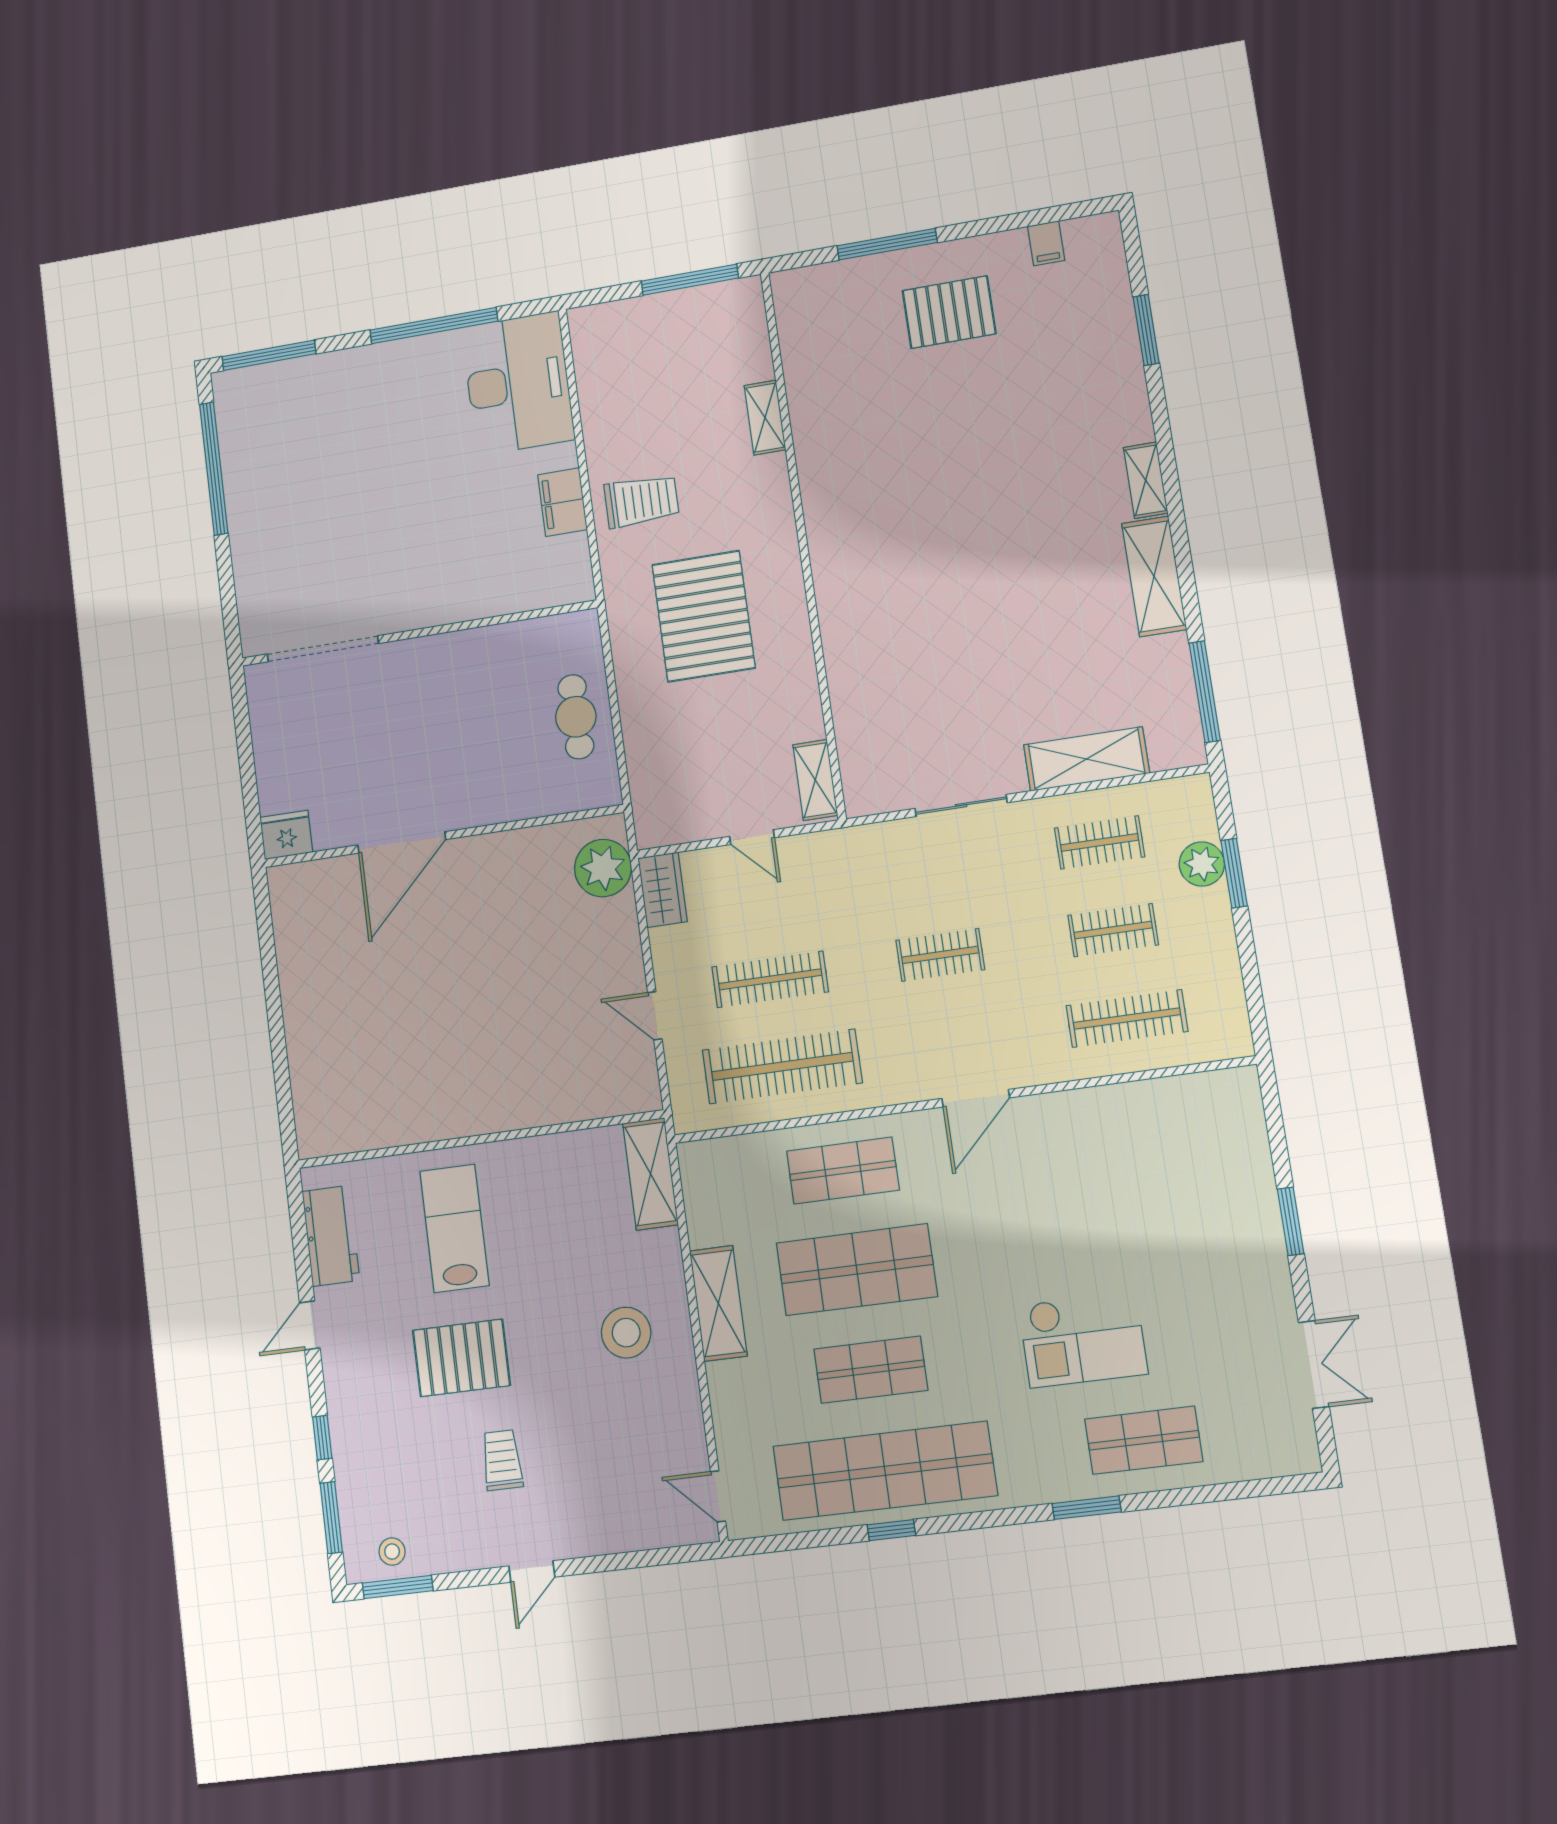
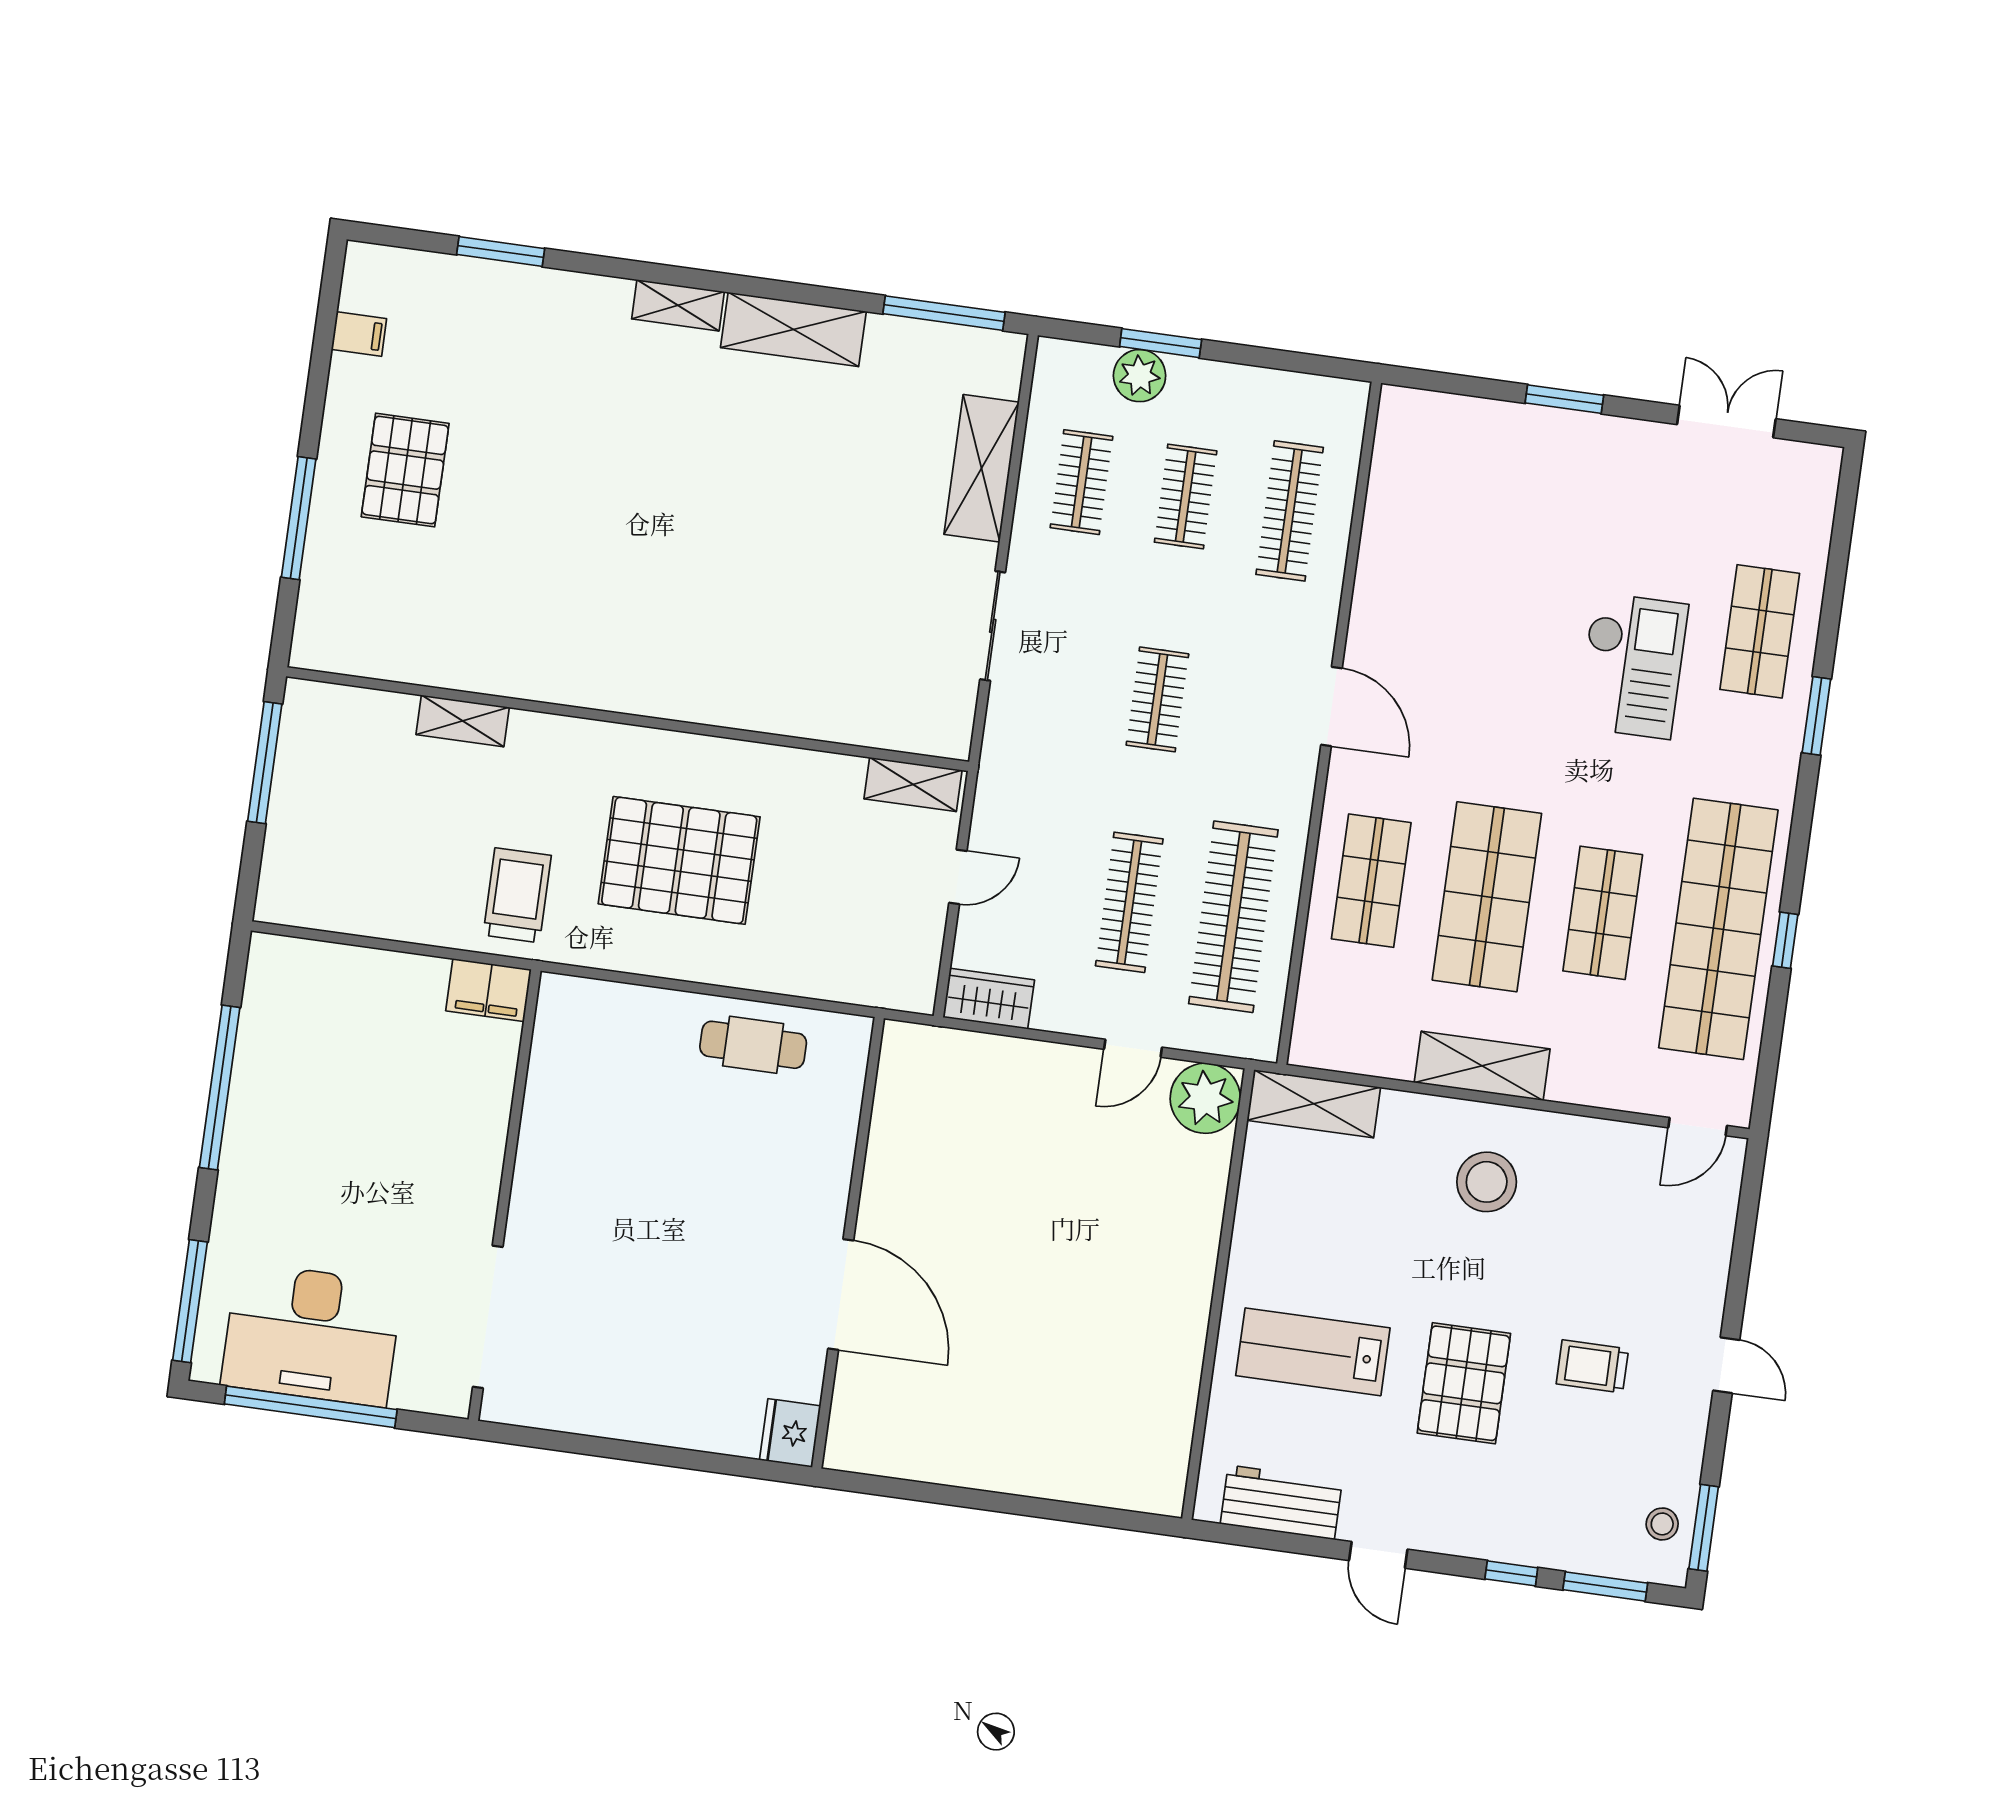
desk: (518, 383) -> (312, 1334), moved, turned 180
wall: (418, 633) -> (505, 1195), moved
doorway: (323, 649) -> (488, 1317), moved
plant: (603, 868) -> (1205, 1098), moved

